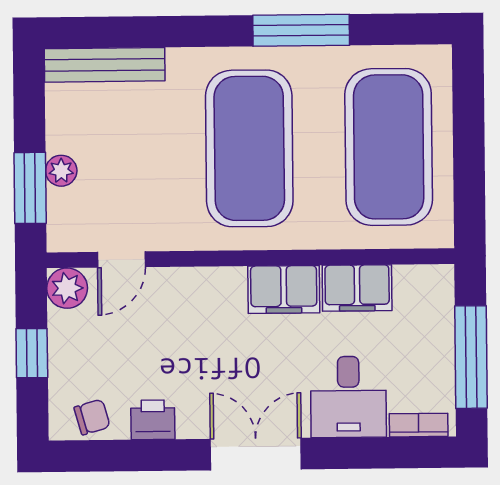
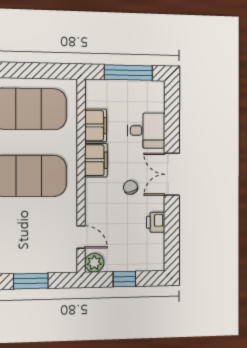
plant: (61, 171) -> (38, 266), removed
window: (30, 188) -> (31, 281), moved
chair: (92, 417) -> (130, 187), moved
bookcase: (419, 425) -> (159, 98), removed

